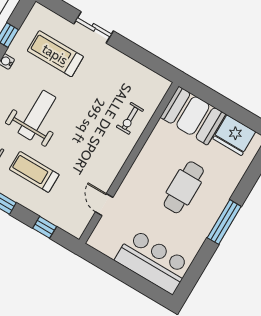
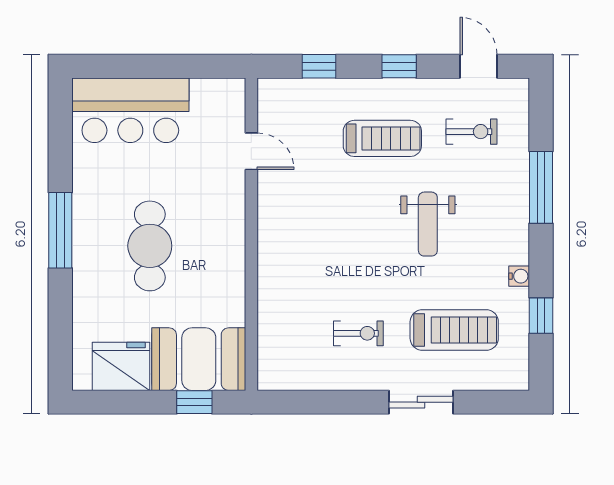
window: (208, 95) -> (194, 402), added
weight bench: (37, 115) -> (428, 224), width x0.73, depth x0.75
exercise bike: (130, 118) -> (358, 333), moved, turned 90

